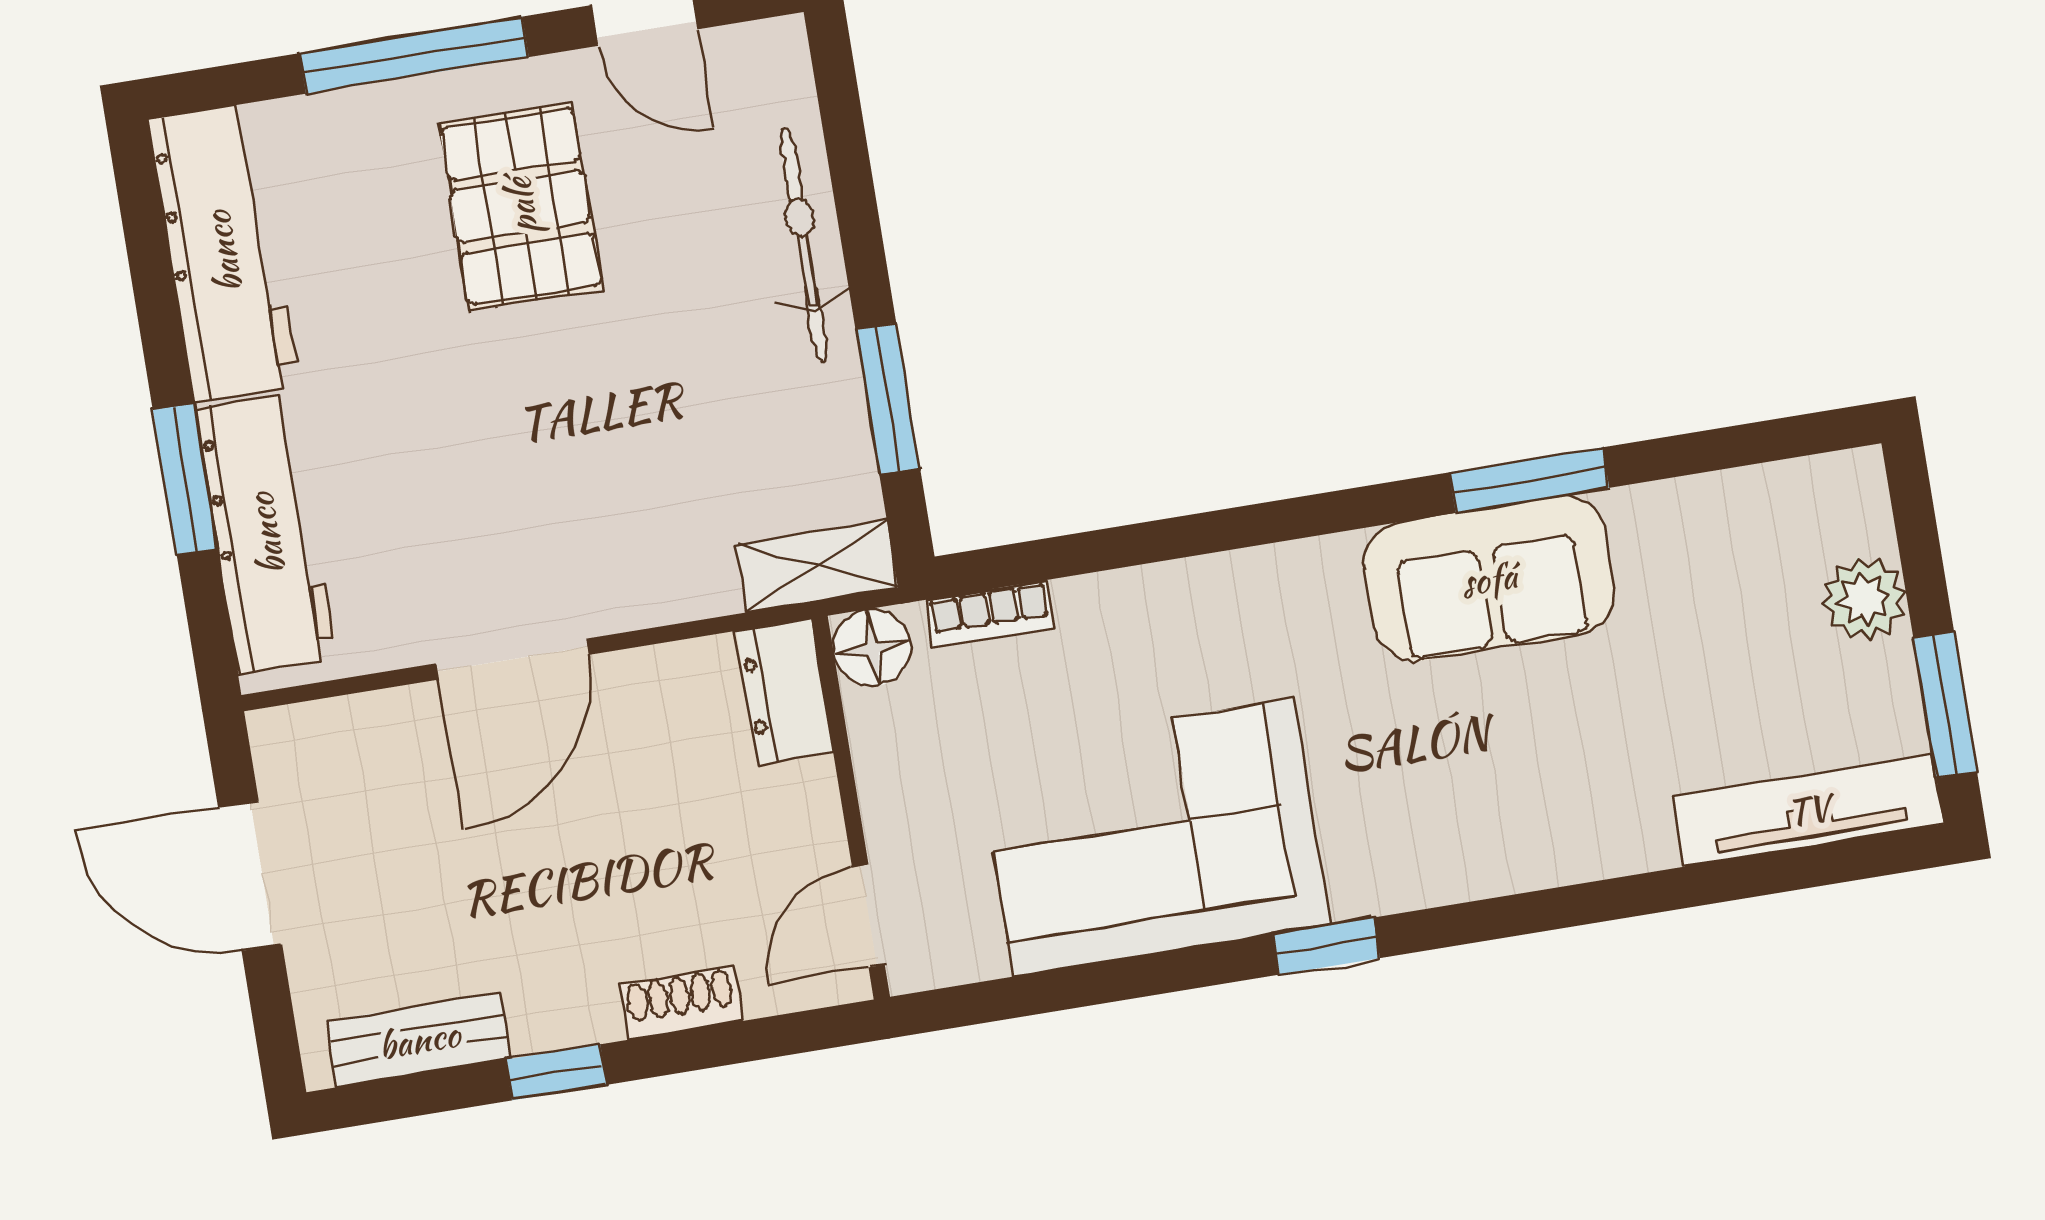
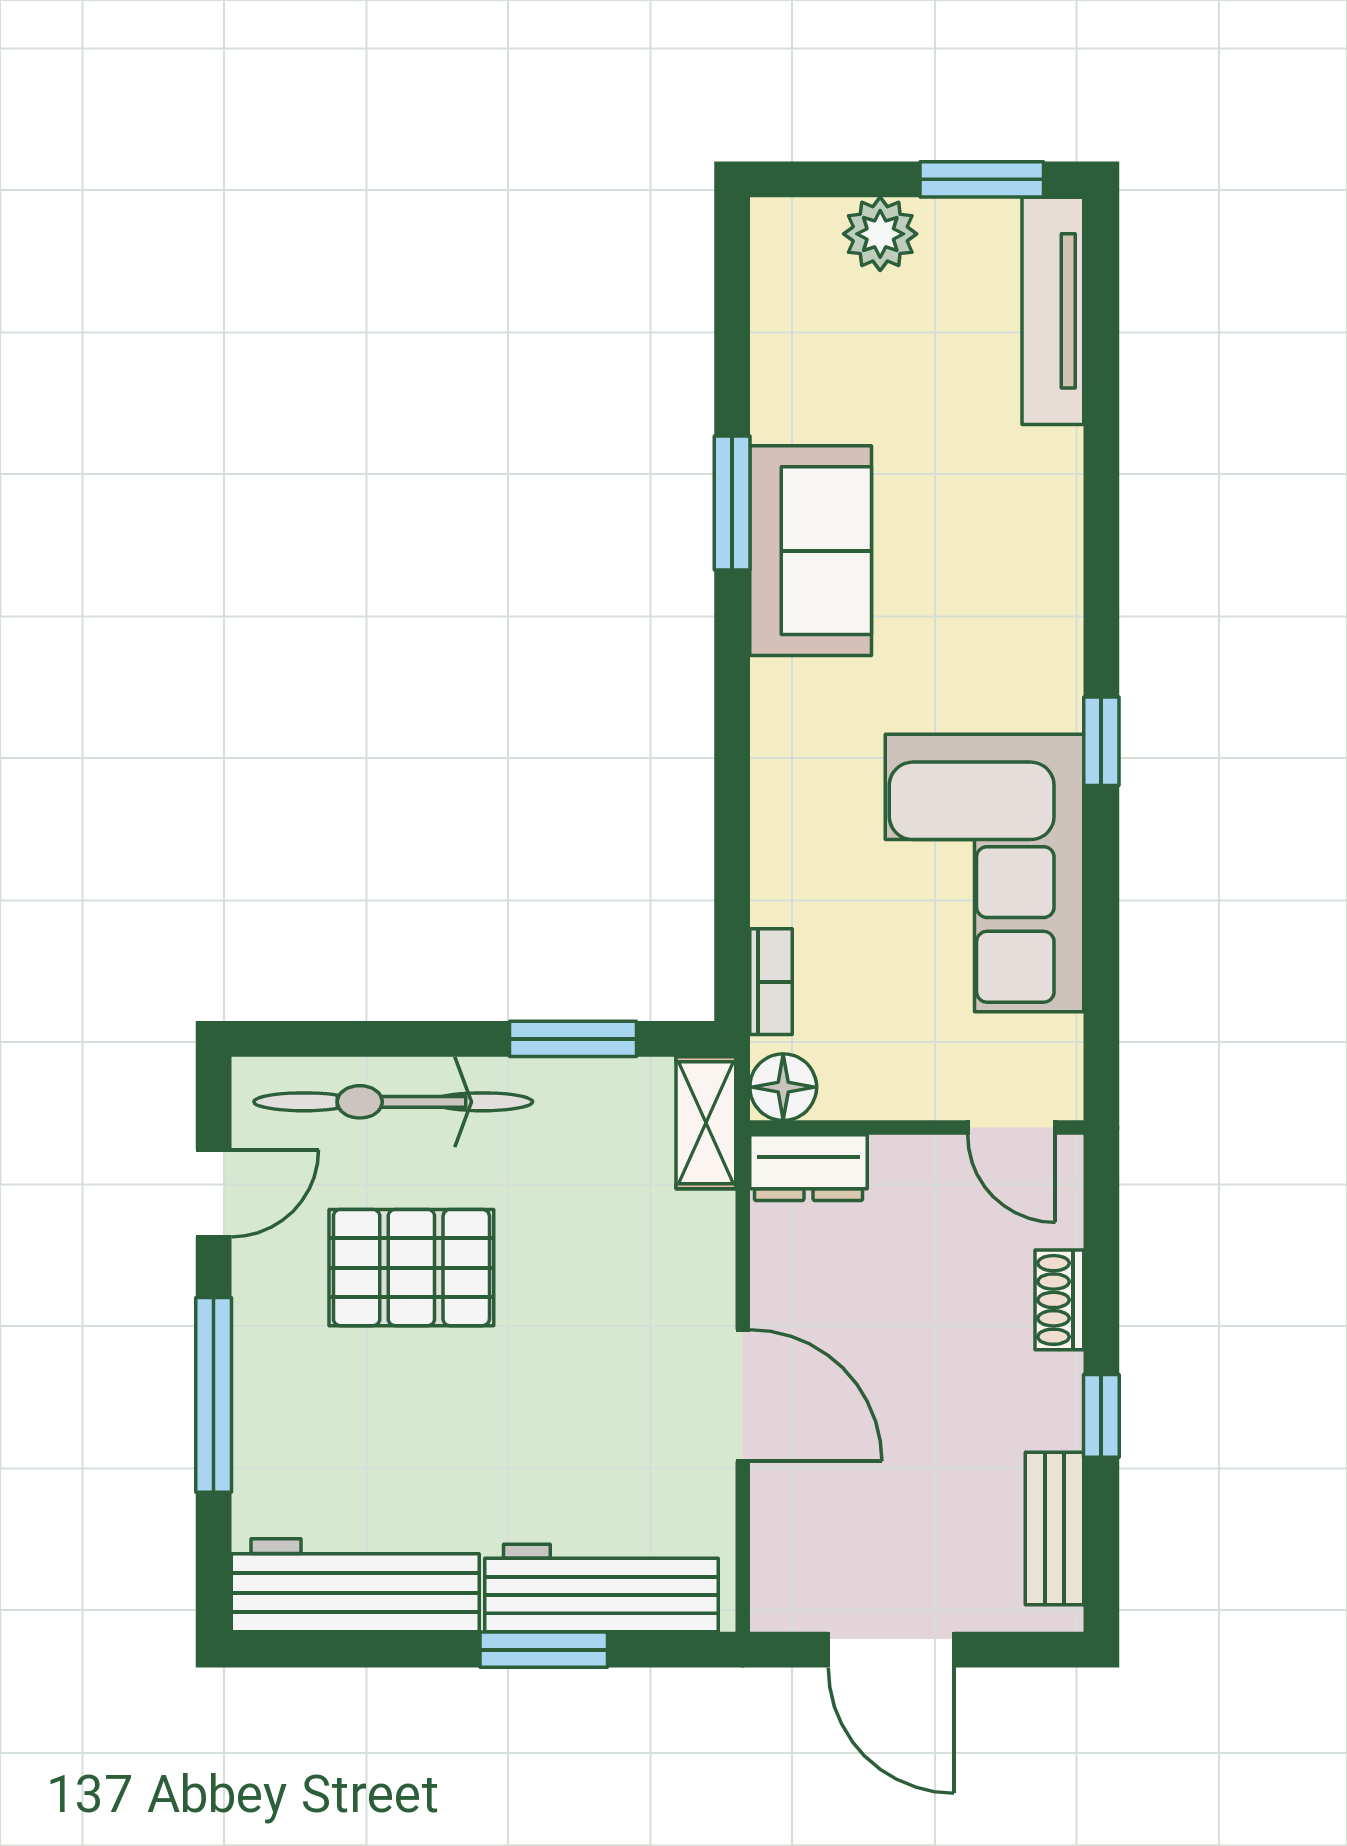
pallet: (521, 206) -> (411, 1268), moved
bicycle: (804, 245) -> (393, 1102), width x1.37, depth x1.40
door: (250, 876) -> (891, 1650), hinge flipped

